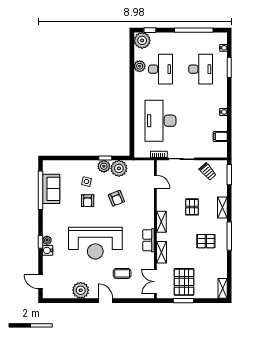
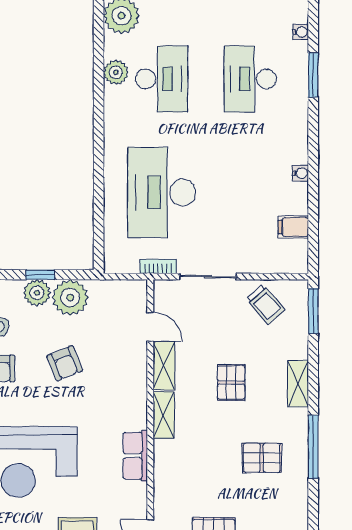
desk: (201, 69) -> (250, 79), turned 180
shelving: (162, 252) -> (164, 366), moved

